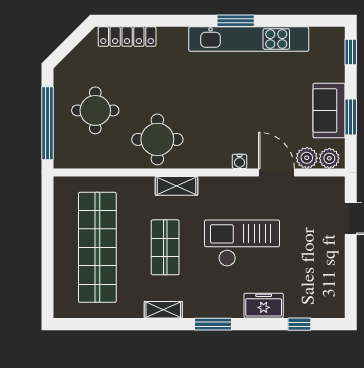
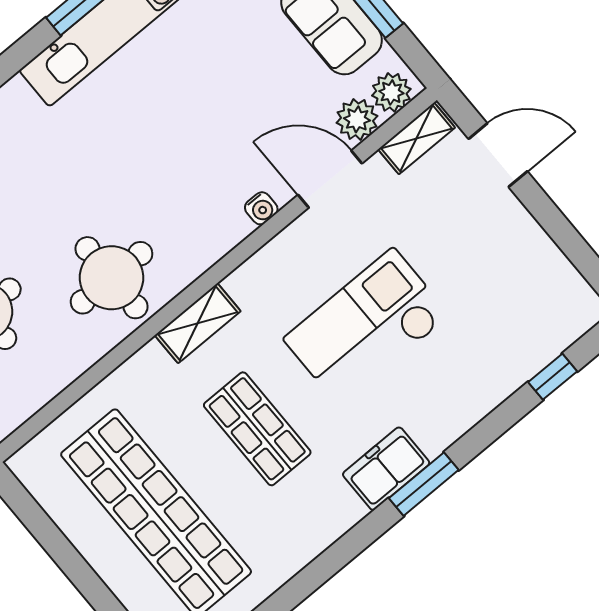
freezer: (264, 306) -> (386, 469), moved
shelving: (163, 310) -> (416, 138), moved

